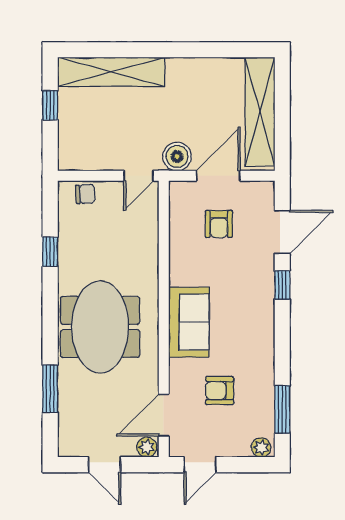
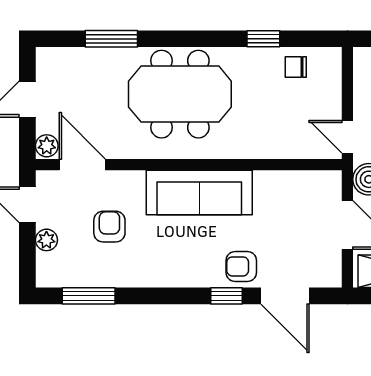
chair: (85, 194) -> (296, 67), moved, turned 93
armchair: (219, 224) -> (241, 266), moved
sofa: (189, 322) -> (199, 193), width x1.36
plant: (261, 447) -> (46, 240), moved

